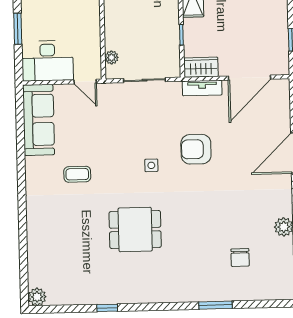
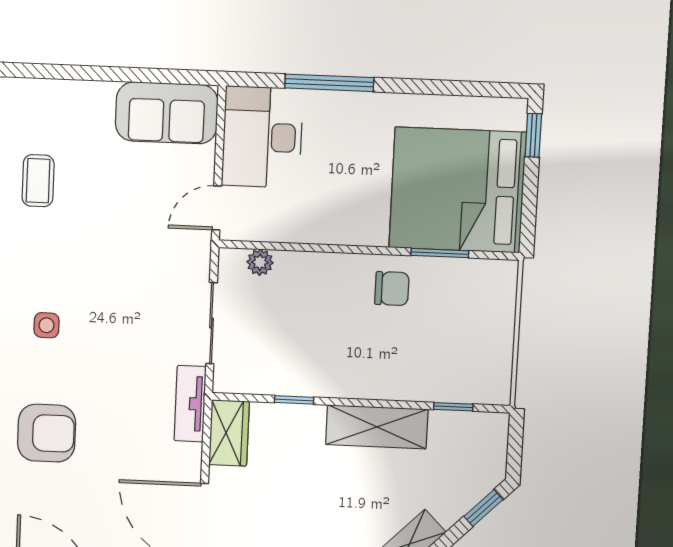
window: (18, 29) -> (329, 83), width x1.44
tv unit: (202, 88) -> (190, 404), moved
sofa: (39, 120) -> (167, 113), width x0.73
armchair: (196, 149) -> (47, 433), moved, turned 90

